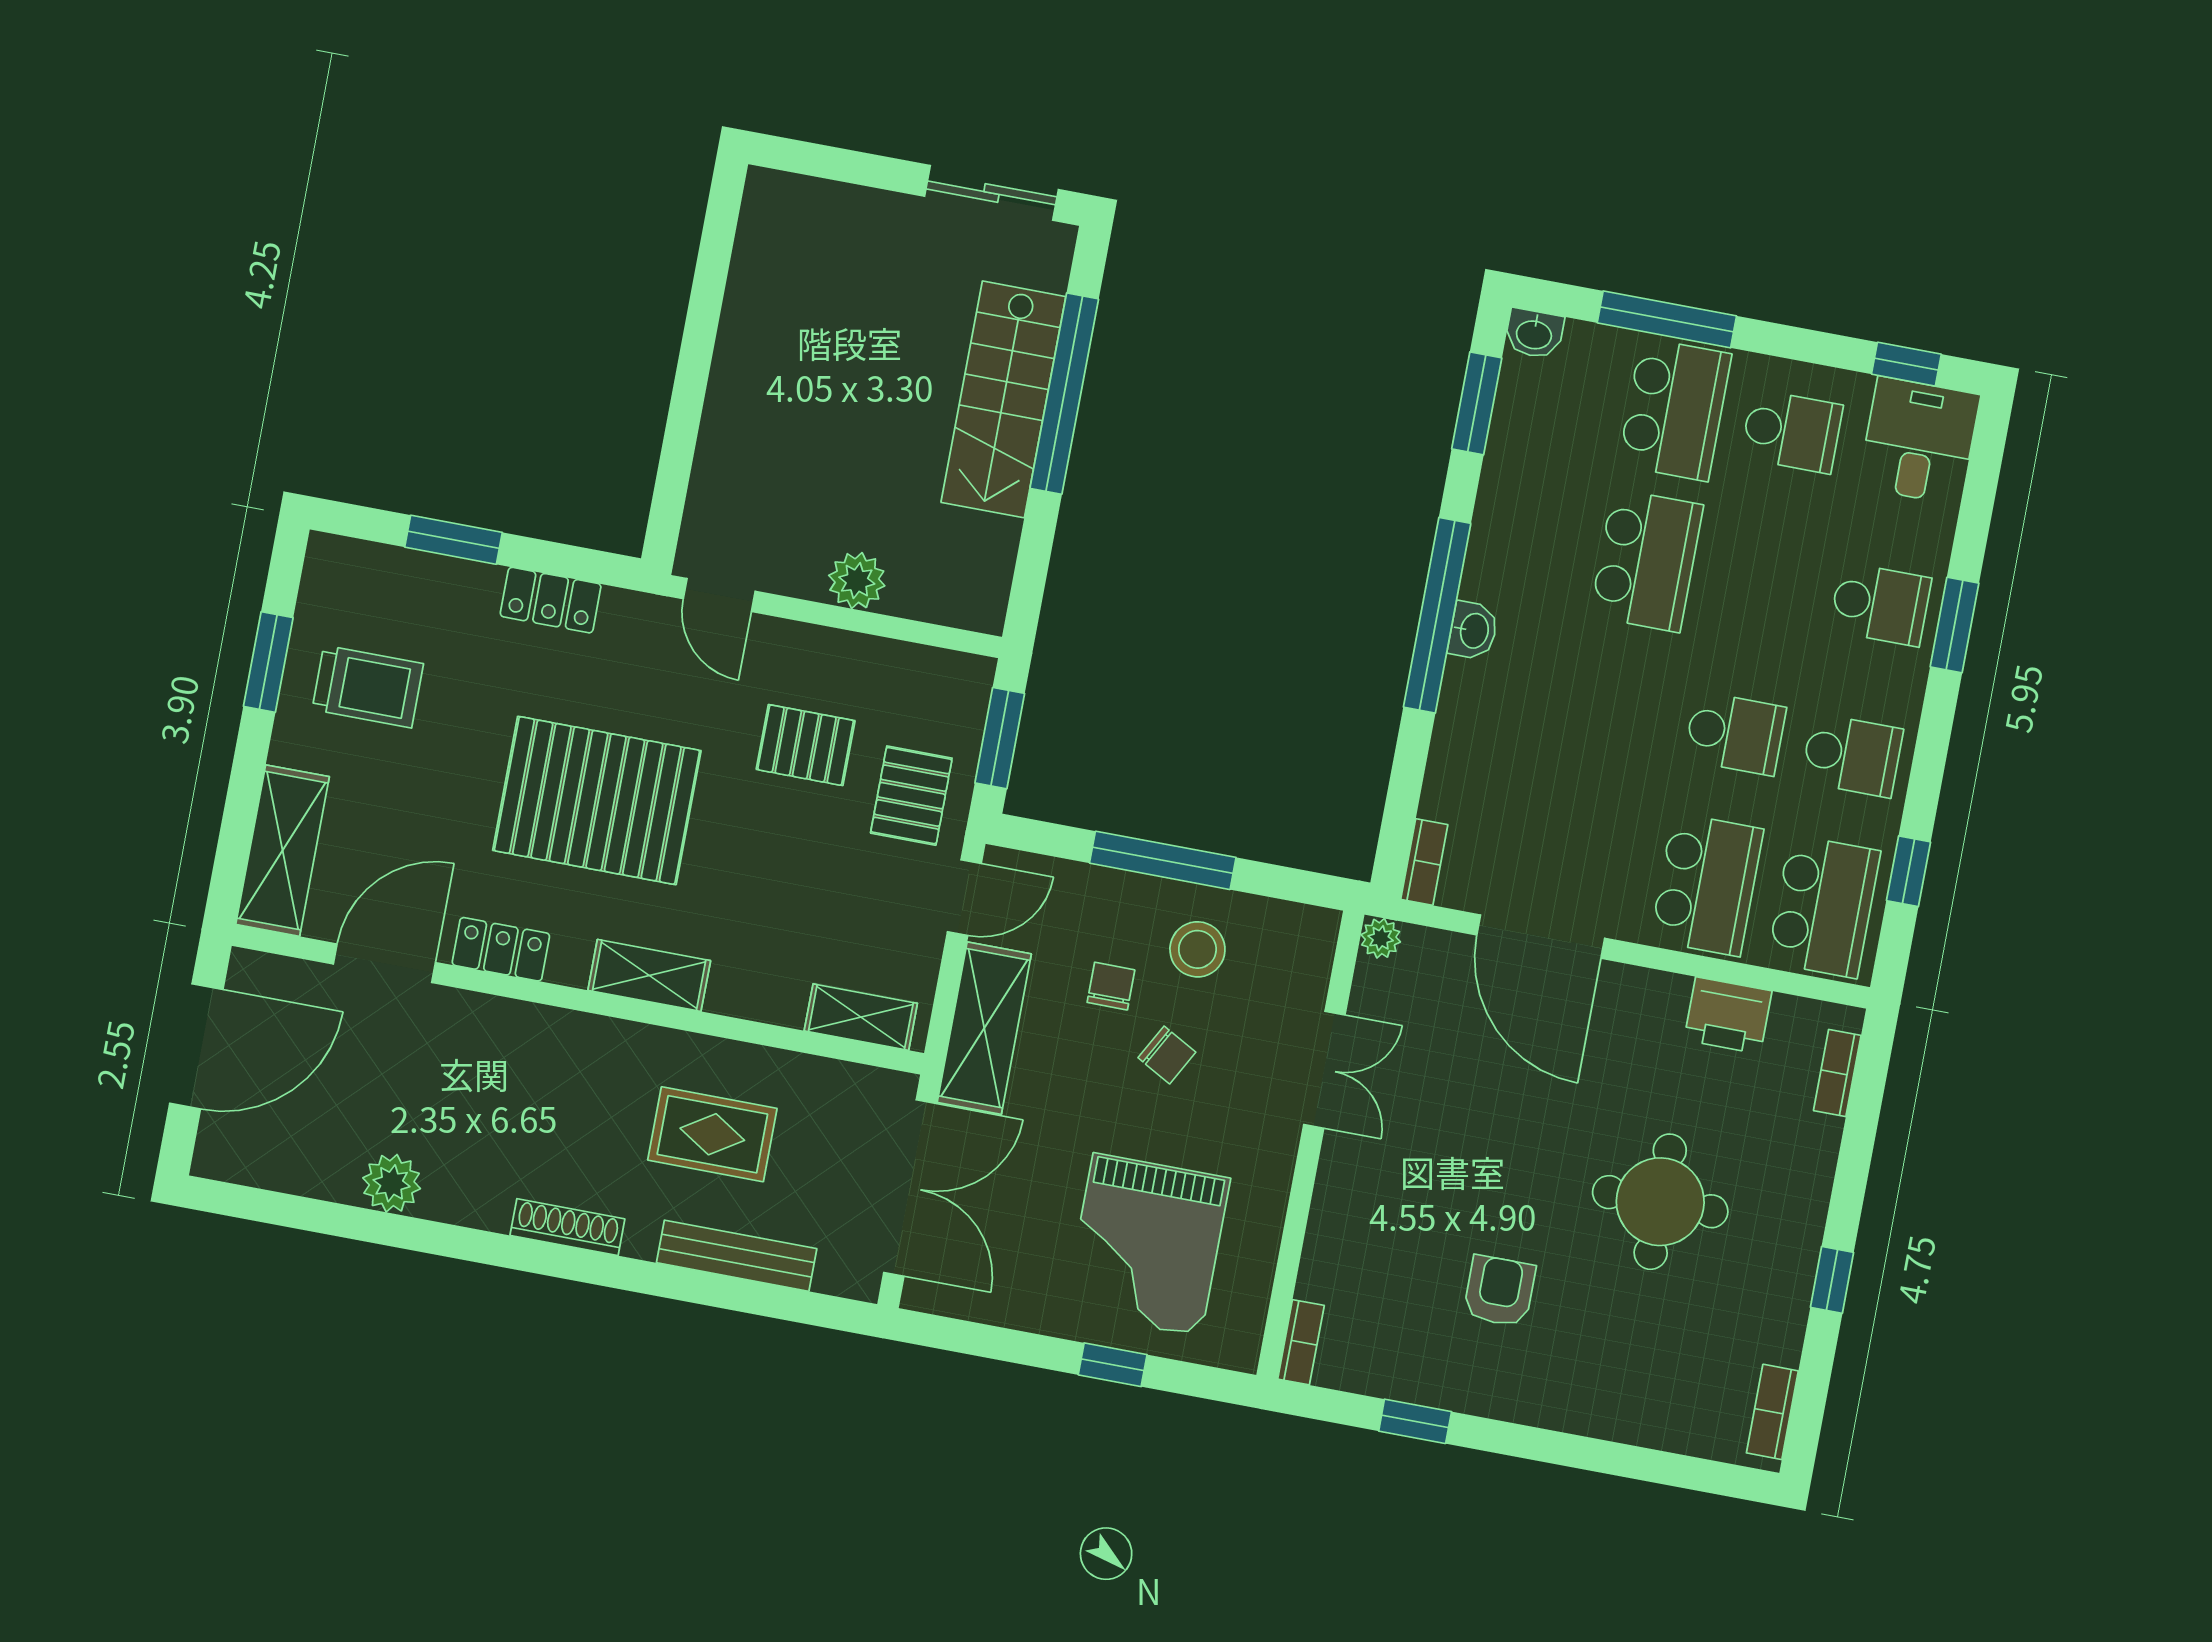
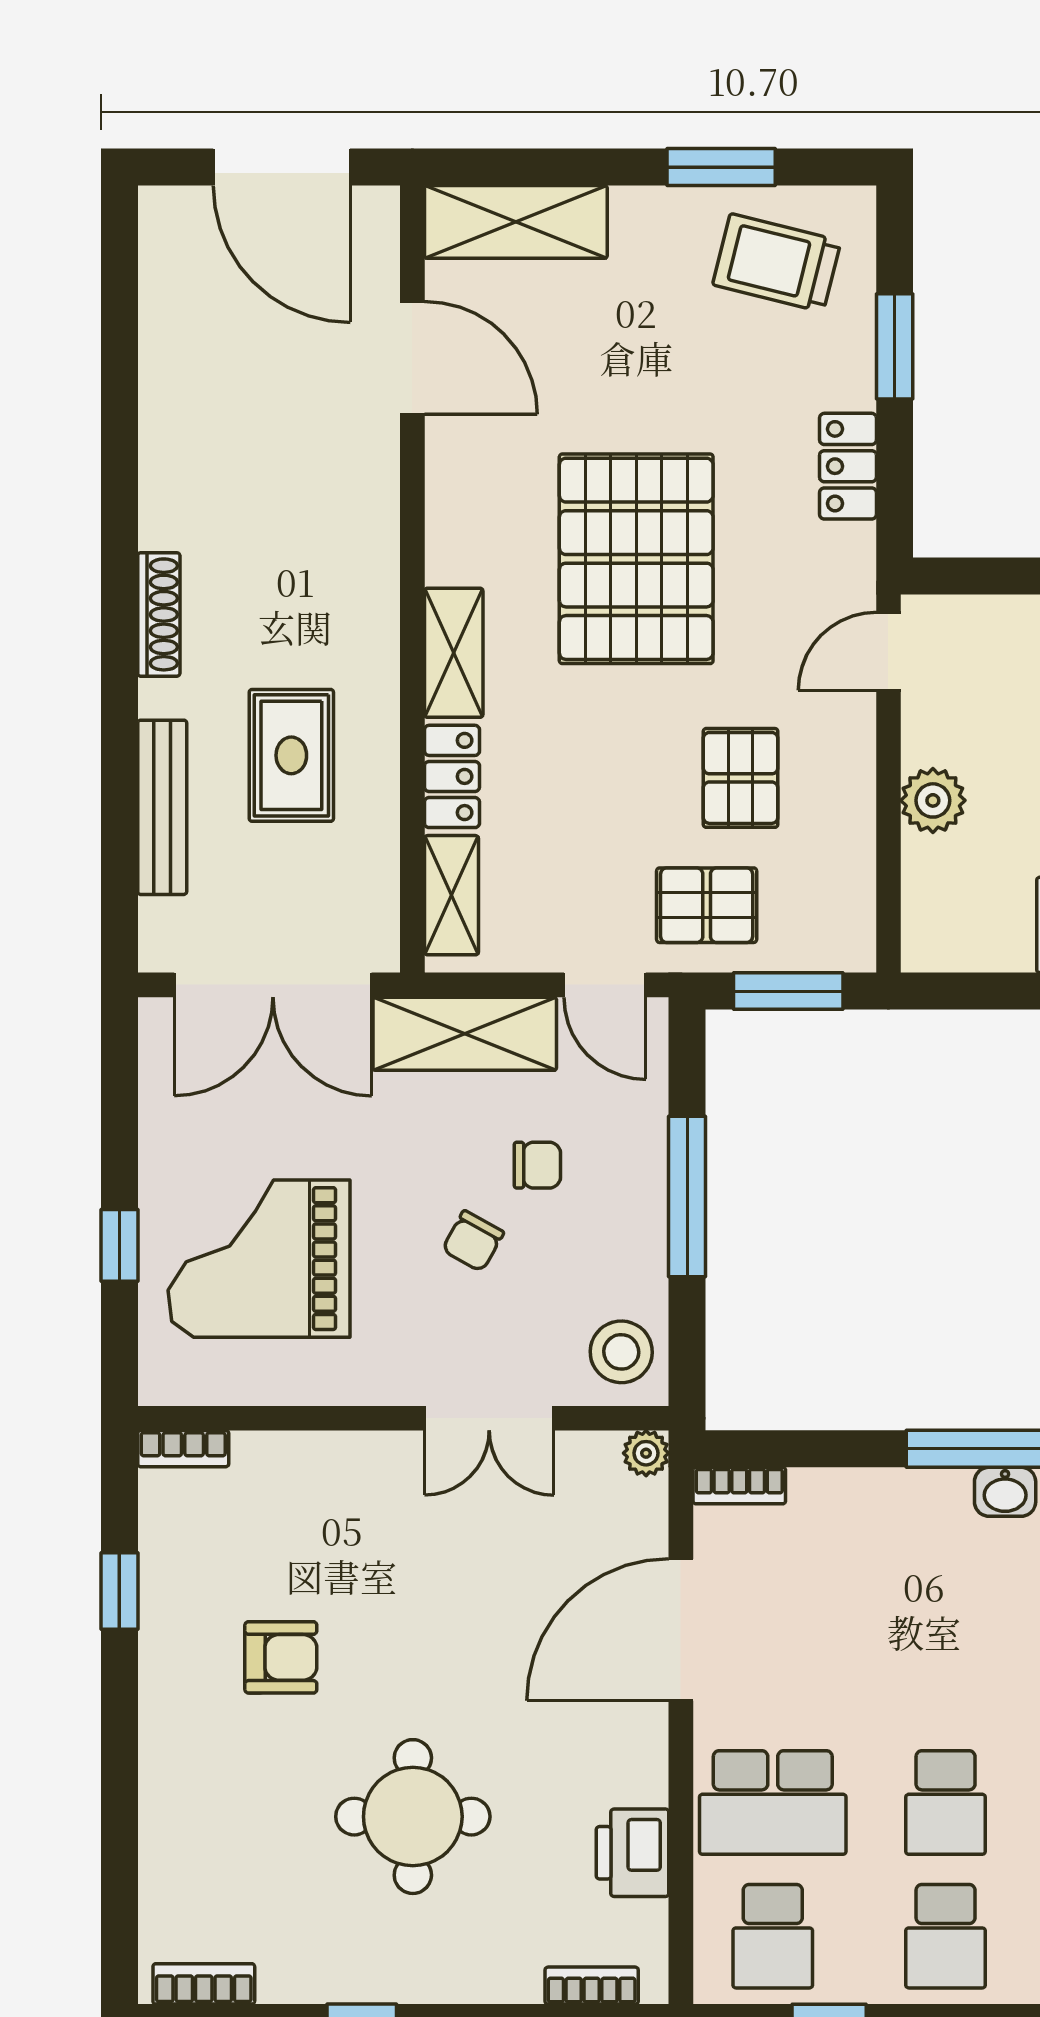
trolley: (368, 687) -> (777, 263), moved, turned 104
school desk: (1824, 906) -> (773, 1936), width x0.54
locker: (501, 949) -> (452, 776), moved
stool: (1197, 949) -> (621, 1352), moved
plant: (392, 1183) -> (171, 411), removed

